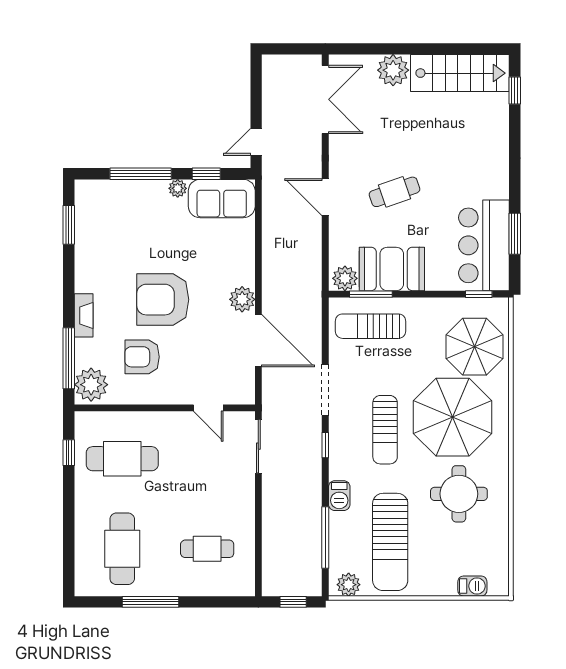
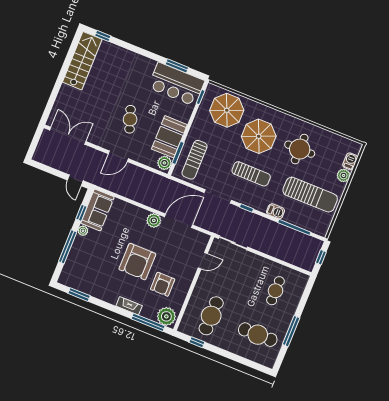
plant: (393, 70) -> (67, 95), removed
parasol: (453, 417) -> (259, 136), width x0.73, depth x0.73
plant: (349, 585) -> (344, 175), moved

